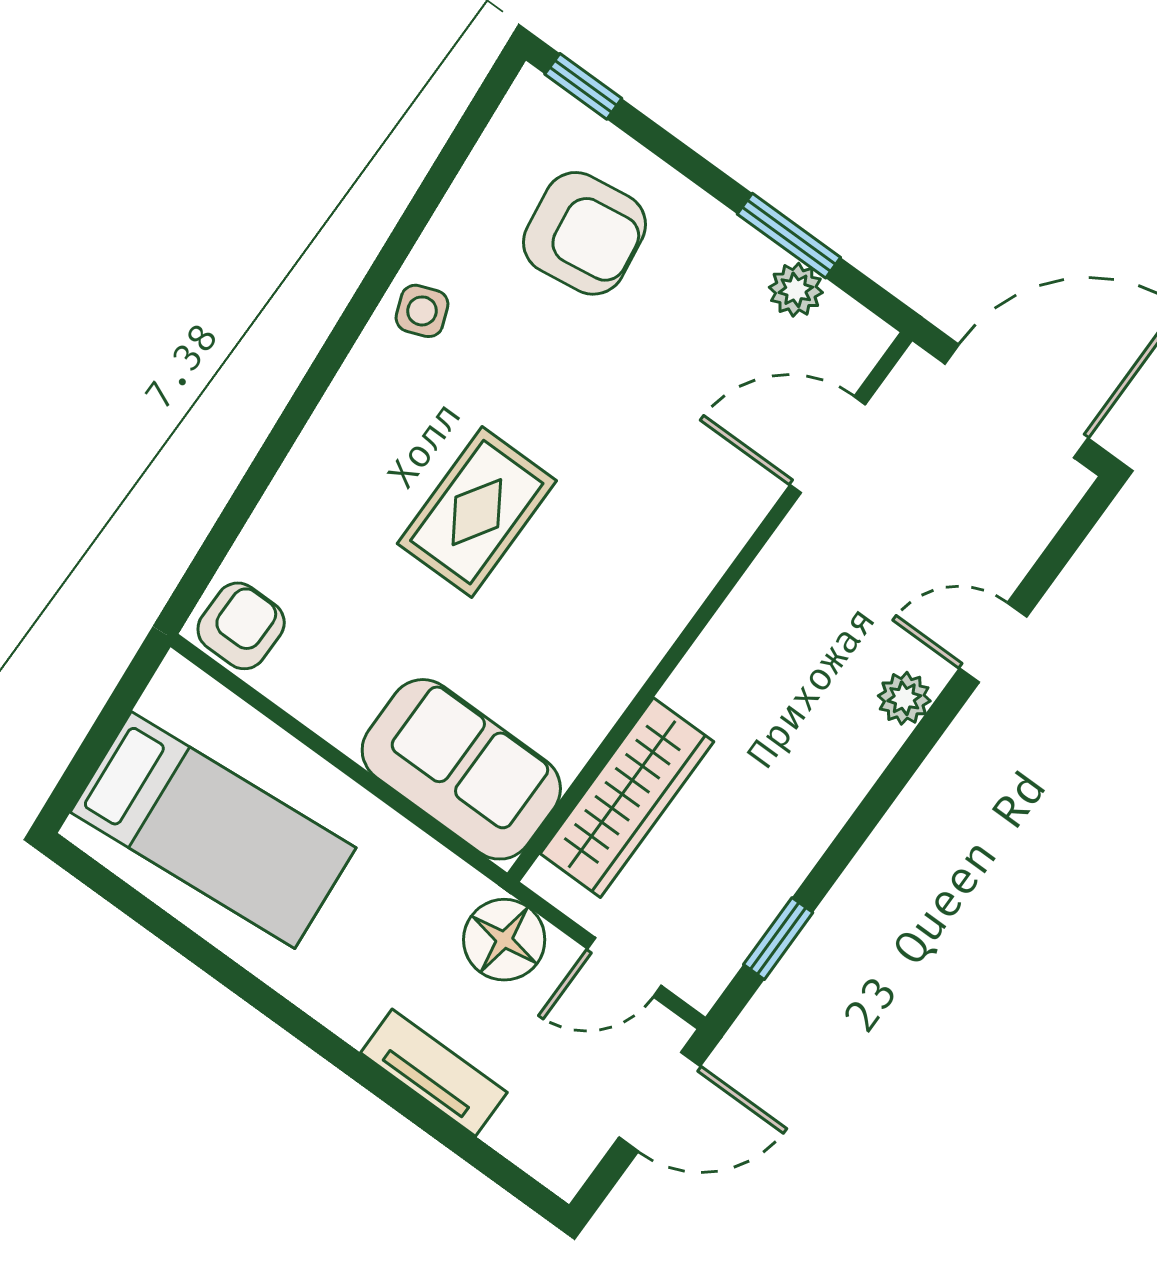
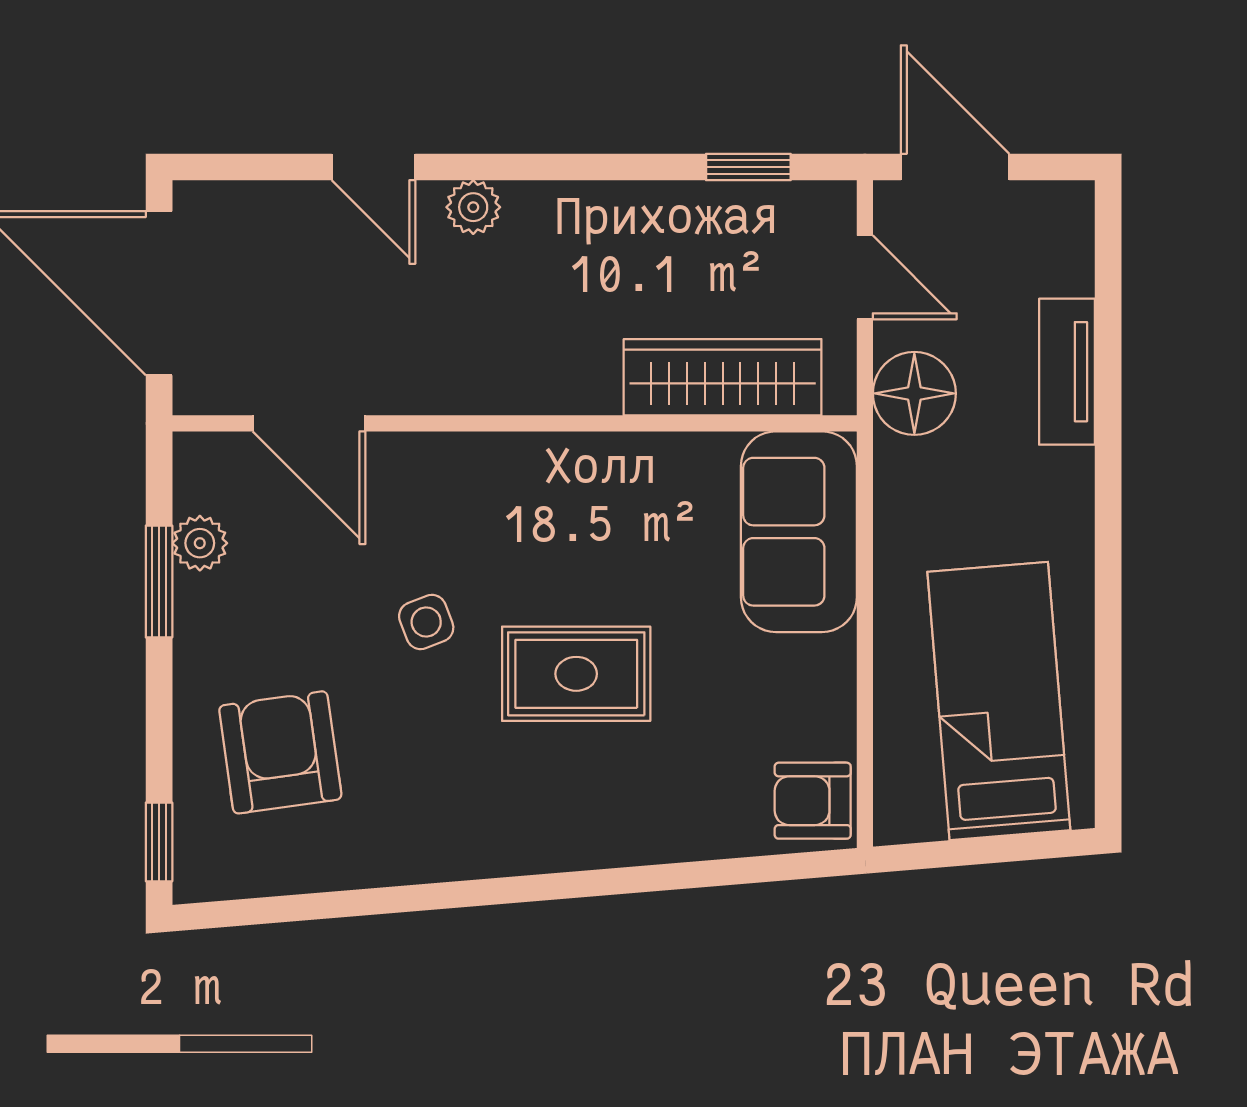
side table: (422, 311) -> (426, 622), moved

